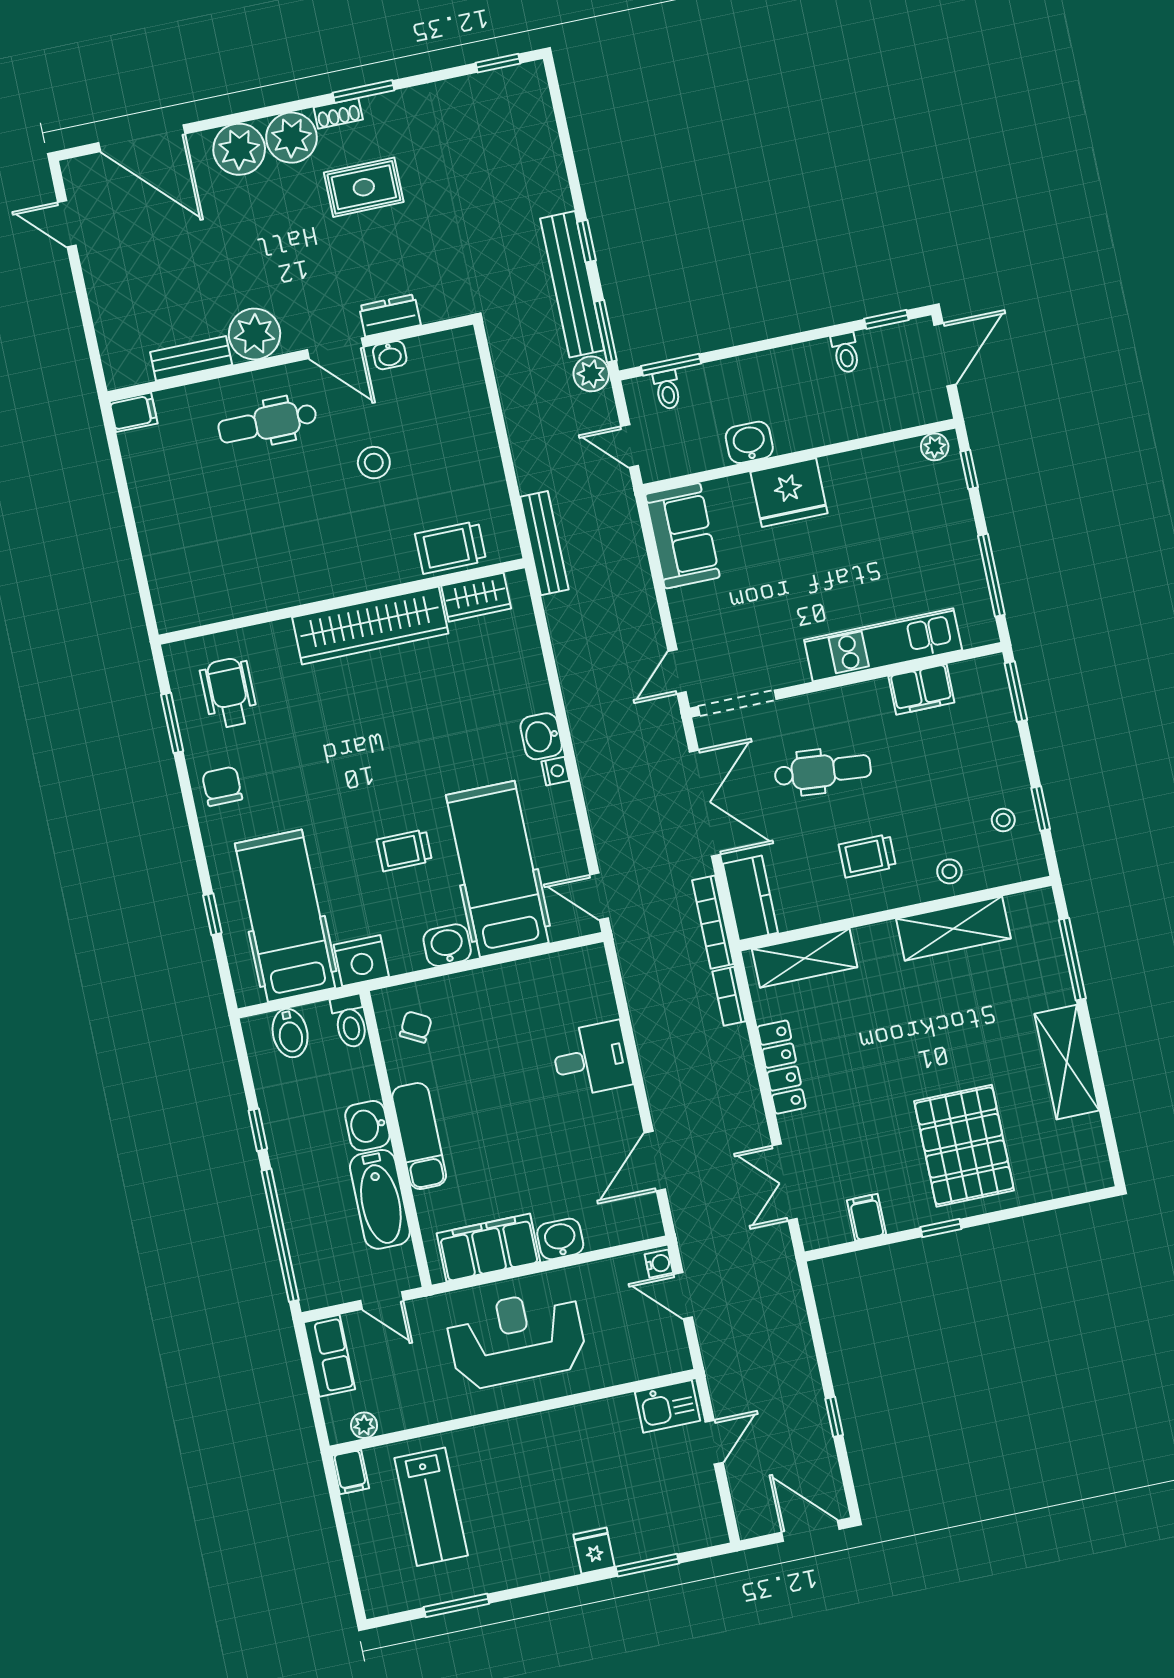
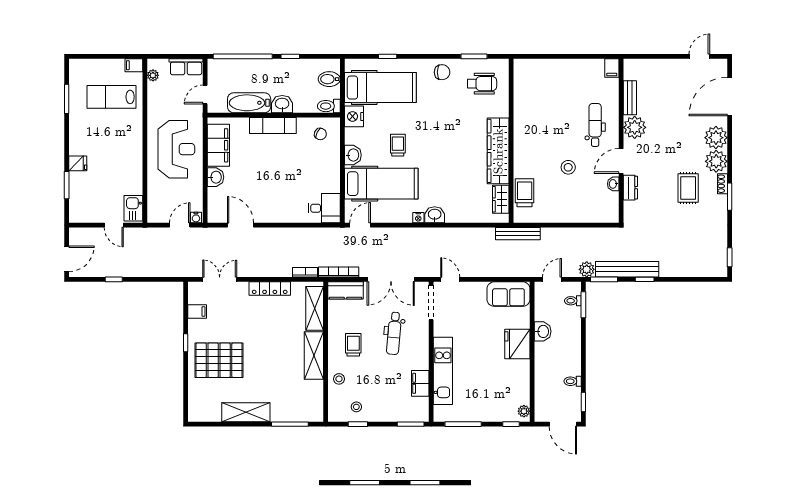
shelving: (953, 929) -> (314, 356), moved
desk: (591, 1059) -> (324, 208), moved, turned -90

